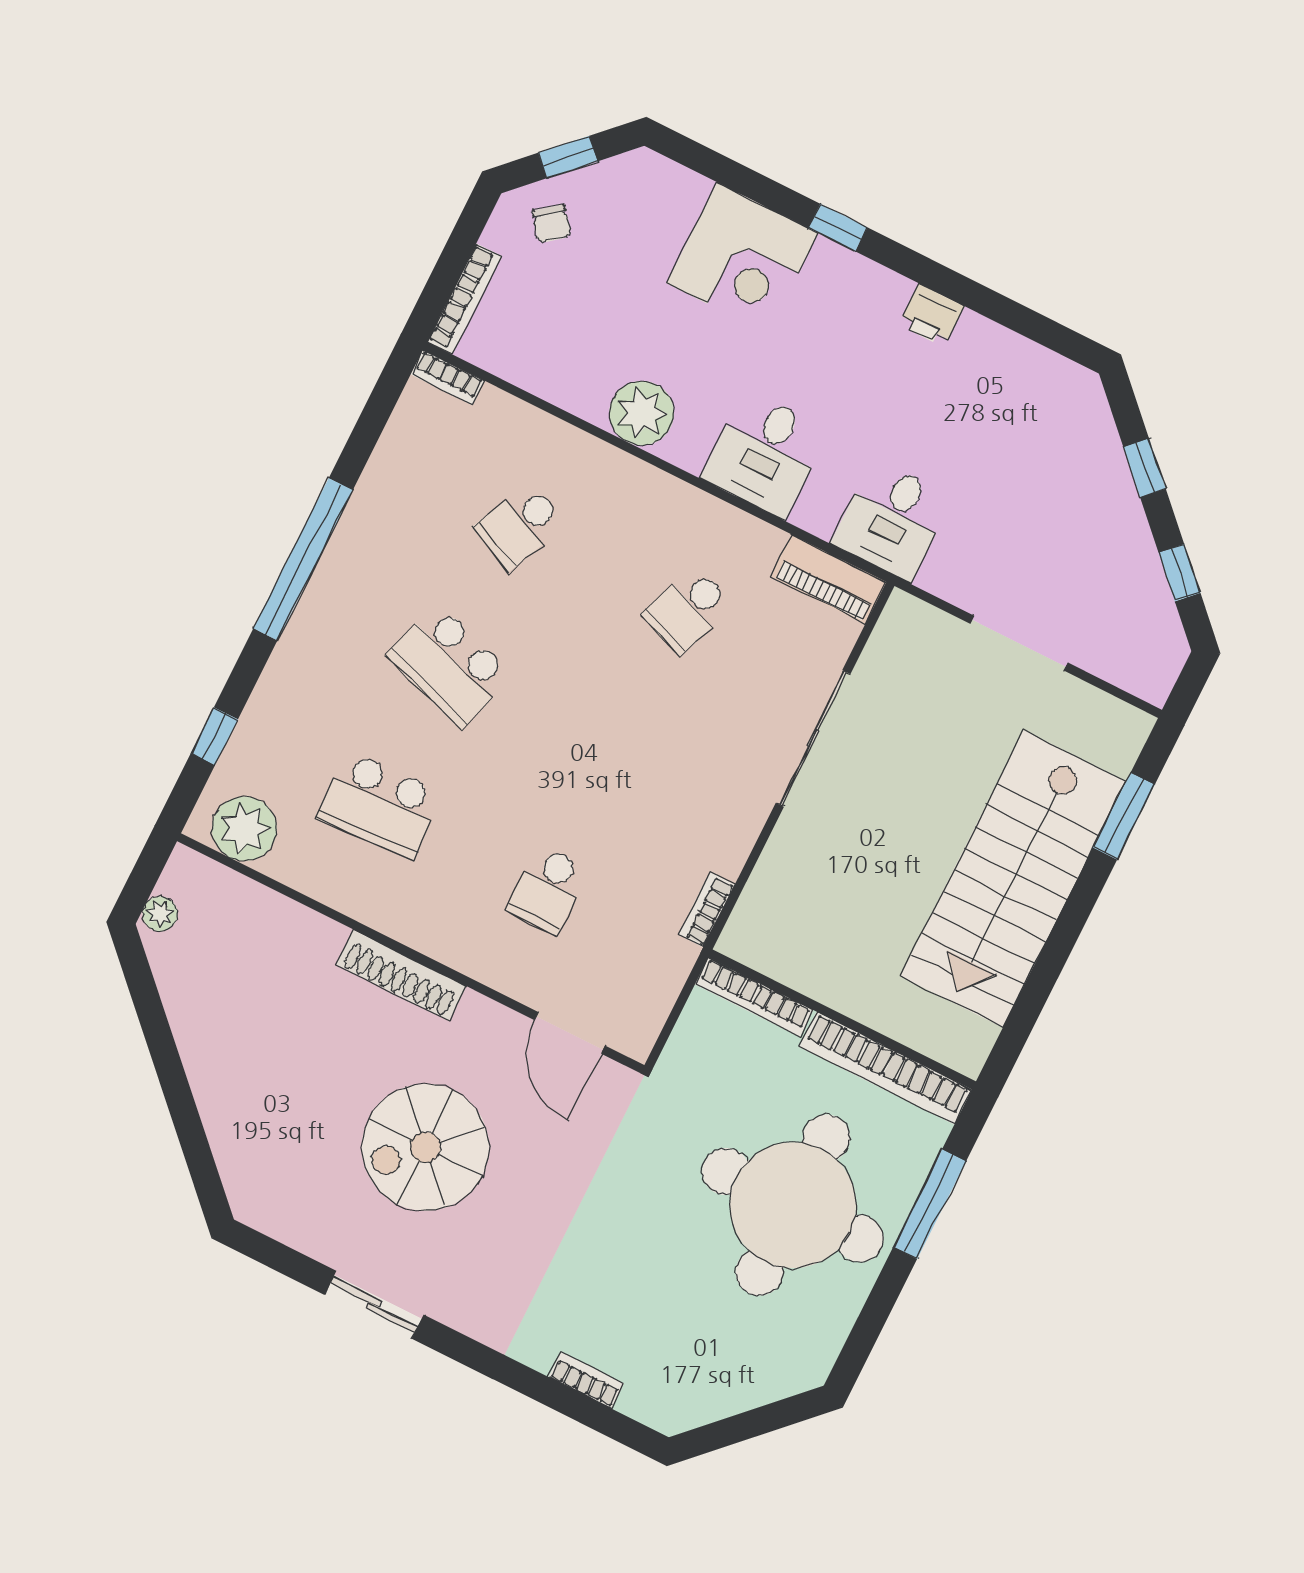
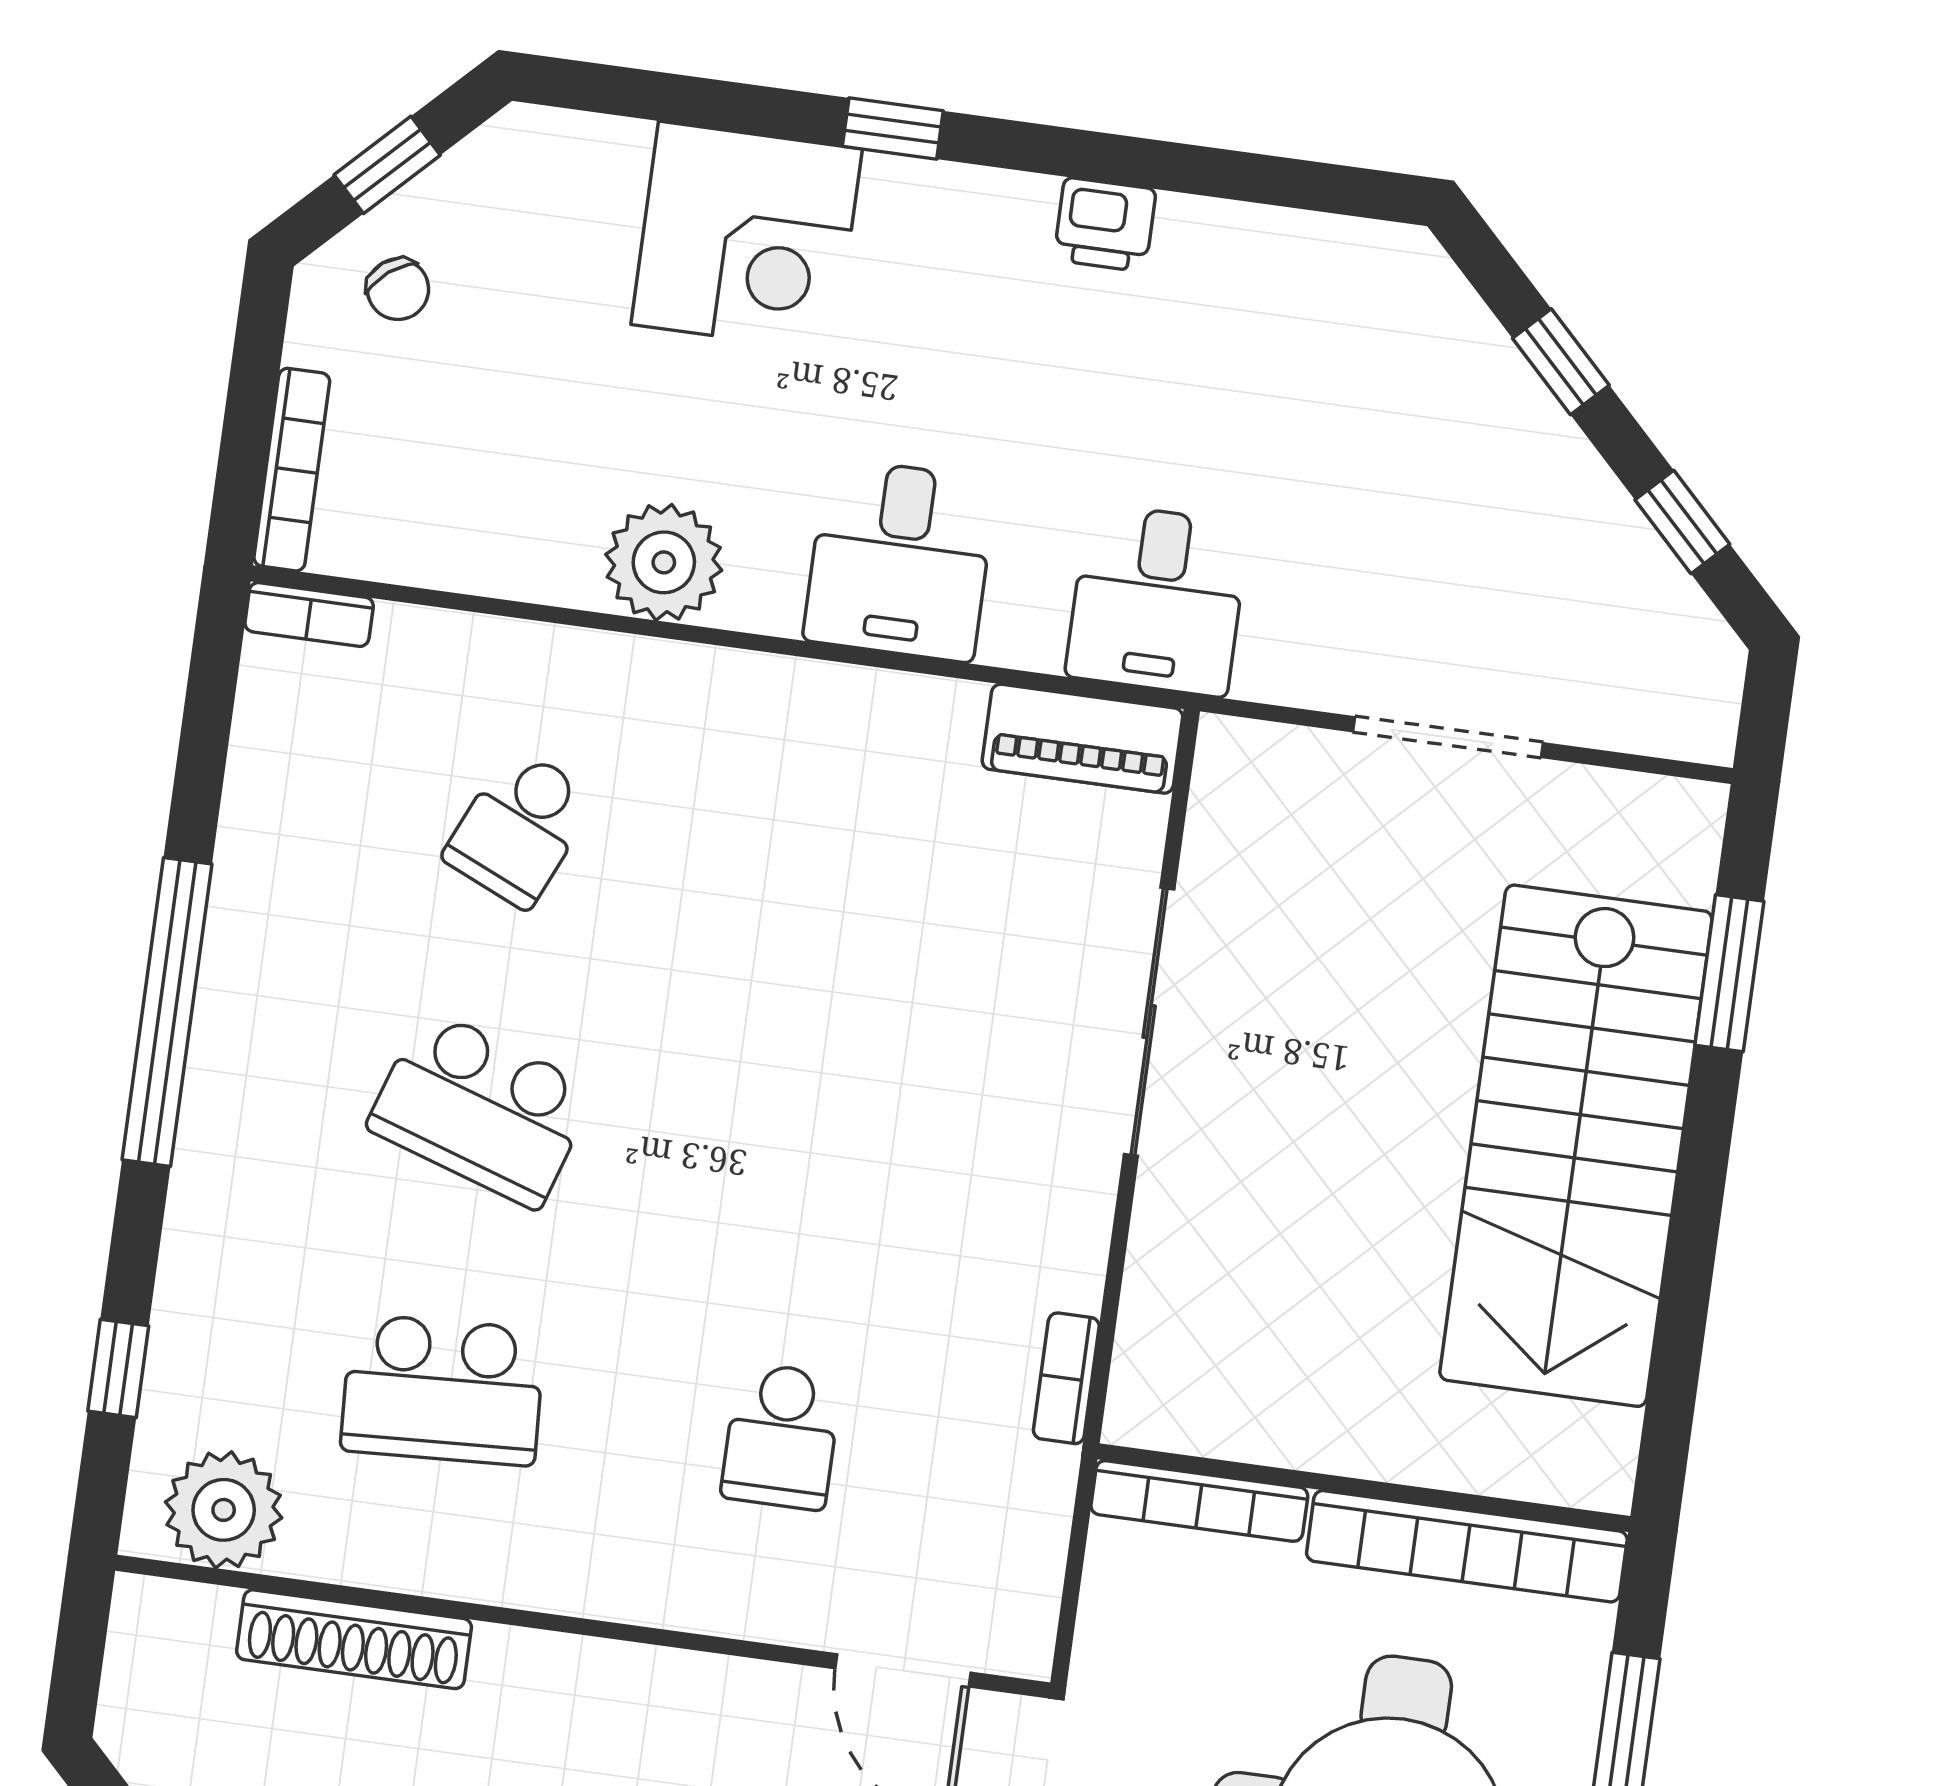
school desk: (688, 610) -> (858, 874), removed
plant: (160, 914) -> (129, 1706), removed
shoe rack: (401, 975) -> (354, 1639), moved

